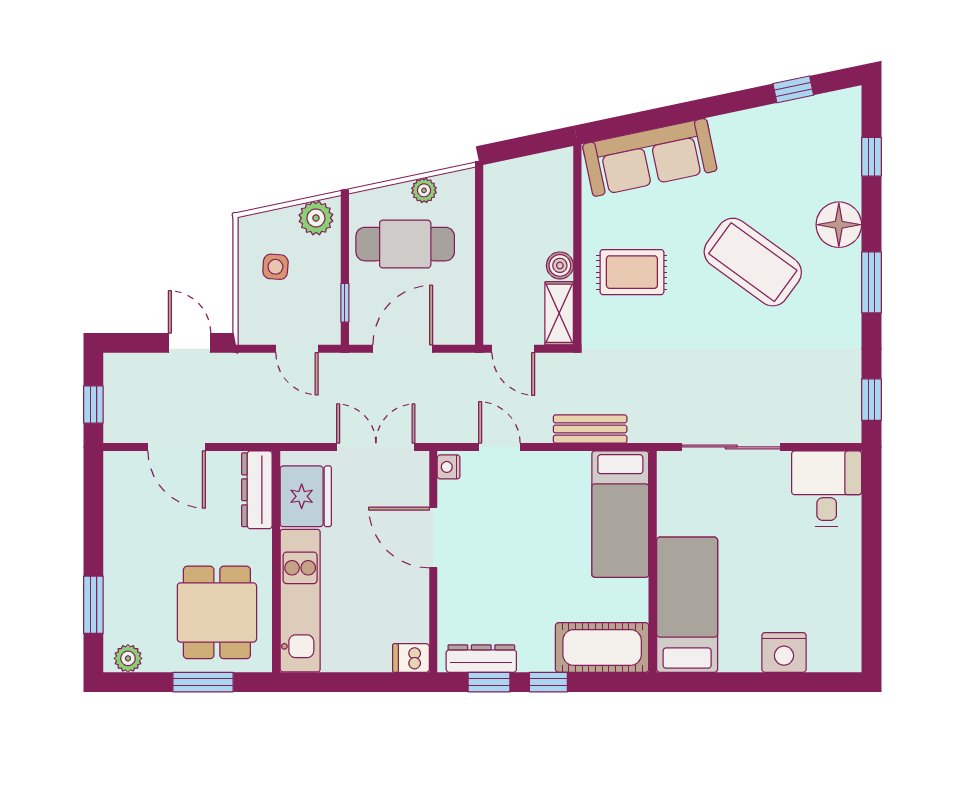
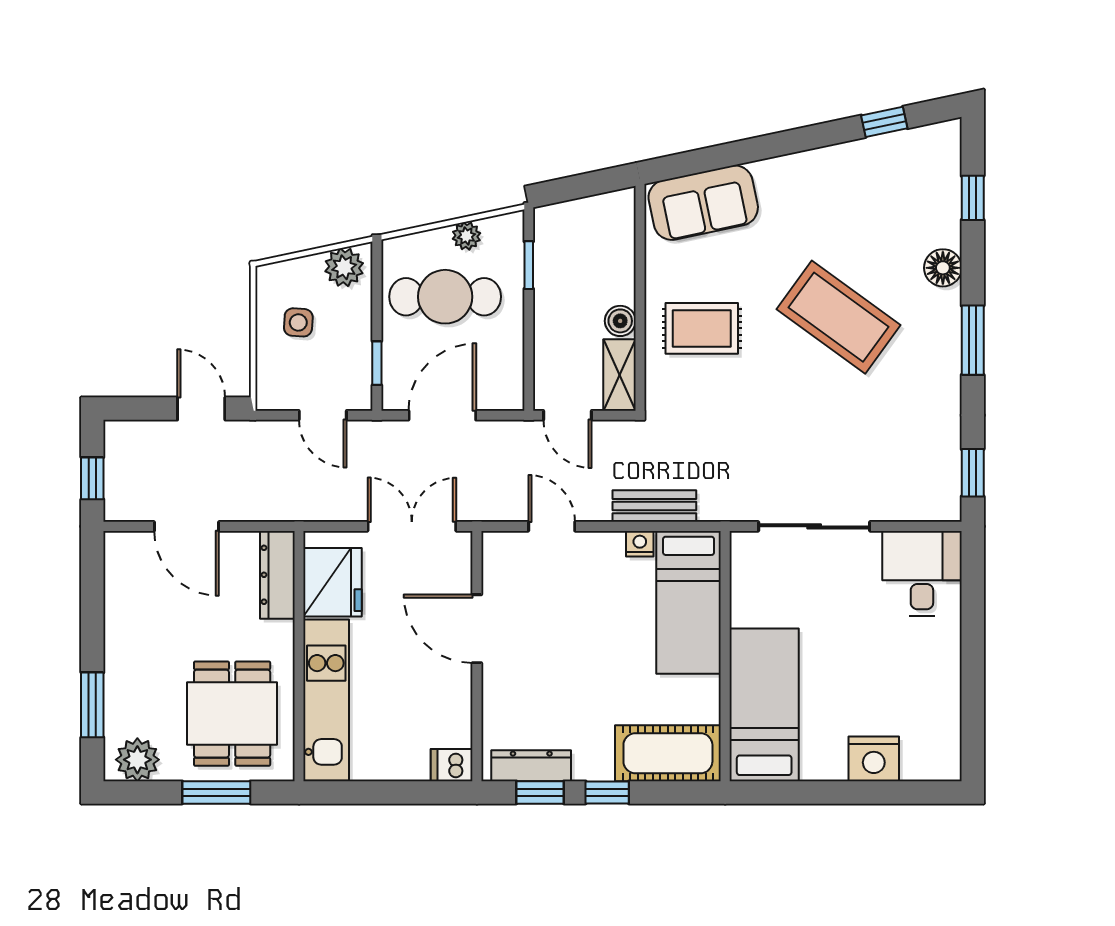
sofa: (650, 157) -> (703, 203), width x0.73
window: (479, 216) -> (529, 265), added
floor lamp: (839, 225) -> (943, 268), width x0.73, depth x0.73
nightstand: (449, 467) -> (640, 544), moved, turned 90
plant: (128, 658) -> (137, 760), width x1.38, depth x1.38

